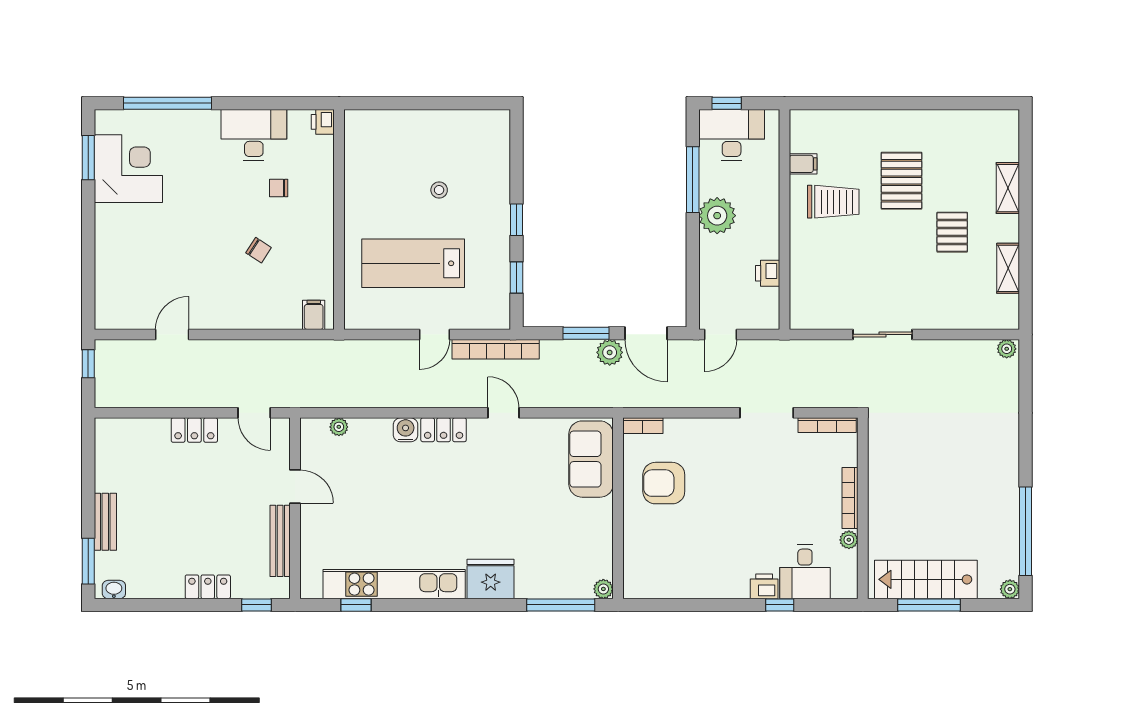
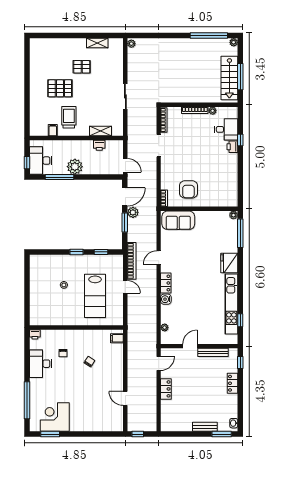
shelving: (1008, 188) -> (101, 131), moved

